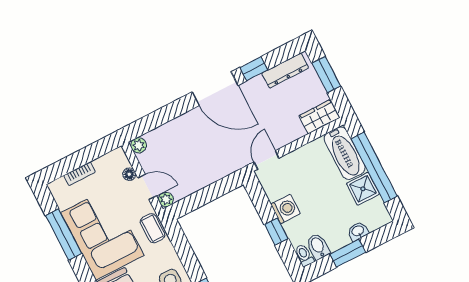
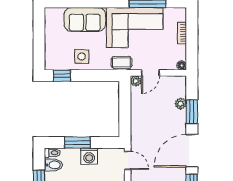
window: (168, 113) -> (192, 112), added
plant: (138, 145) -> (181, 104), moved
floor lamp: (129, 174) -> (182, 65), moved
window: (276, 232) -> (77, 143), width x1.50

